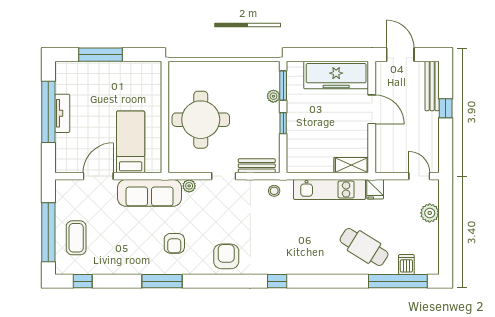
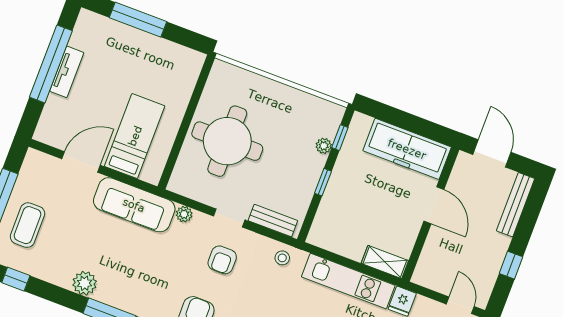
window: (283, 85) -> (340, 138), width x0.67
window: (446, 108) -> (511, 265), moved
armchair: (174, 243) -> (222, 260), moved
plant: (135, 265) -> (85, 283), added

